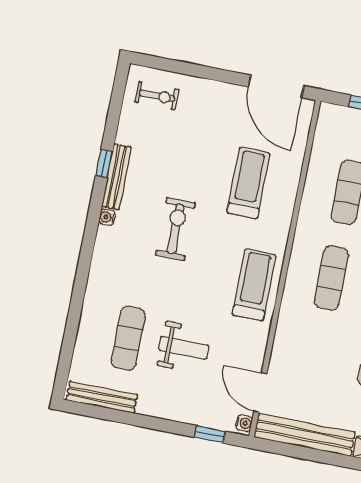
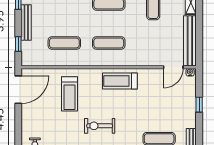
treadmill: (248, 183) -> (69, 94), turned -90
weight bench: (184, 348) -> (158, 110), removed
window: (210, 434) -> (199, 105), moved

